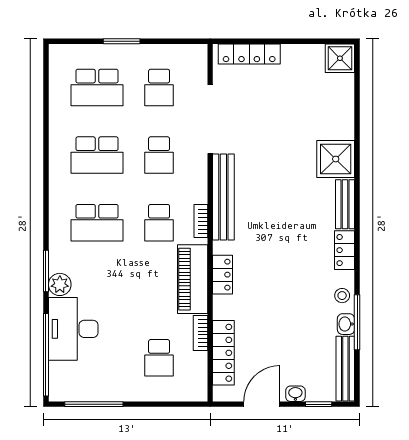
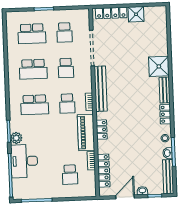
shower: (340, 58) -> (136, 14), moved

